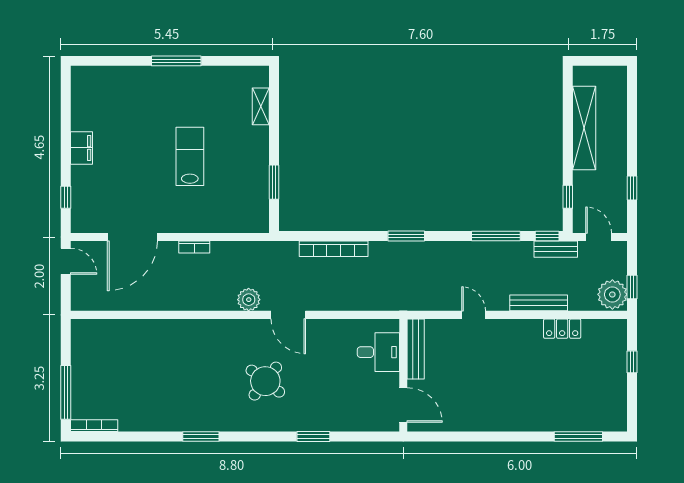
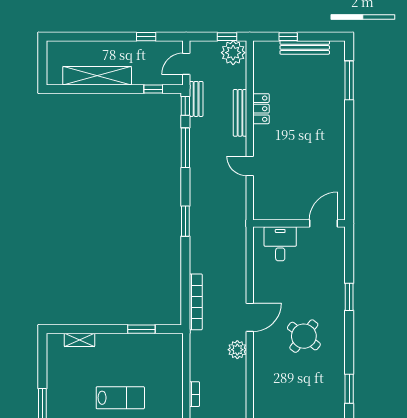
lab bench: (190, 156) -> (120, 398), turned 180
bookcase: (334, 249) -> (196, 302), moved
door: (474, 315) -> (250, 166), hinge flipped
locker: (562, 329) -> (261, 109), moved
bench: (416, 349) -> (305, 47), moved

